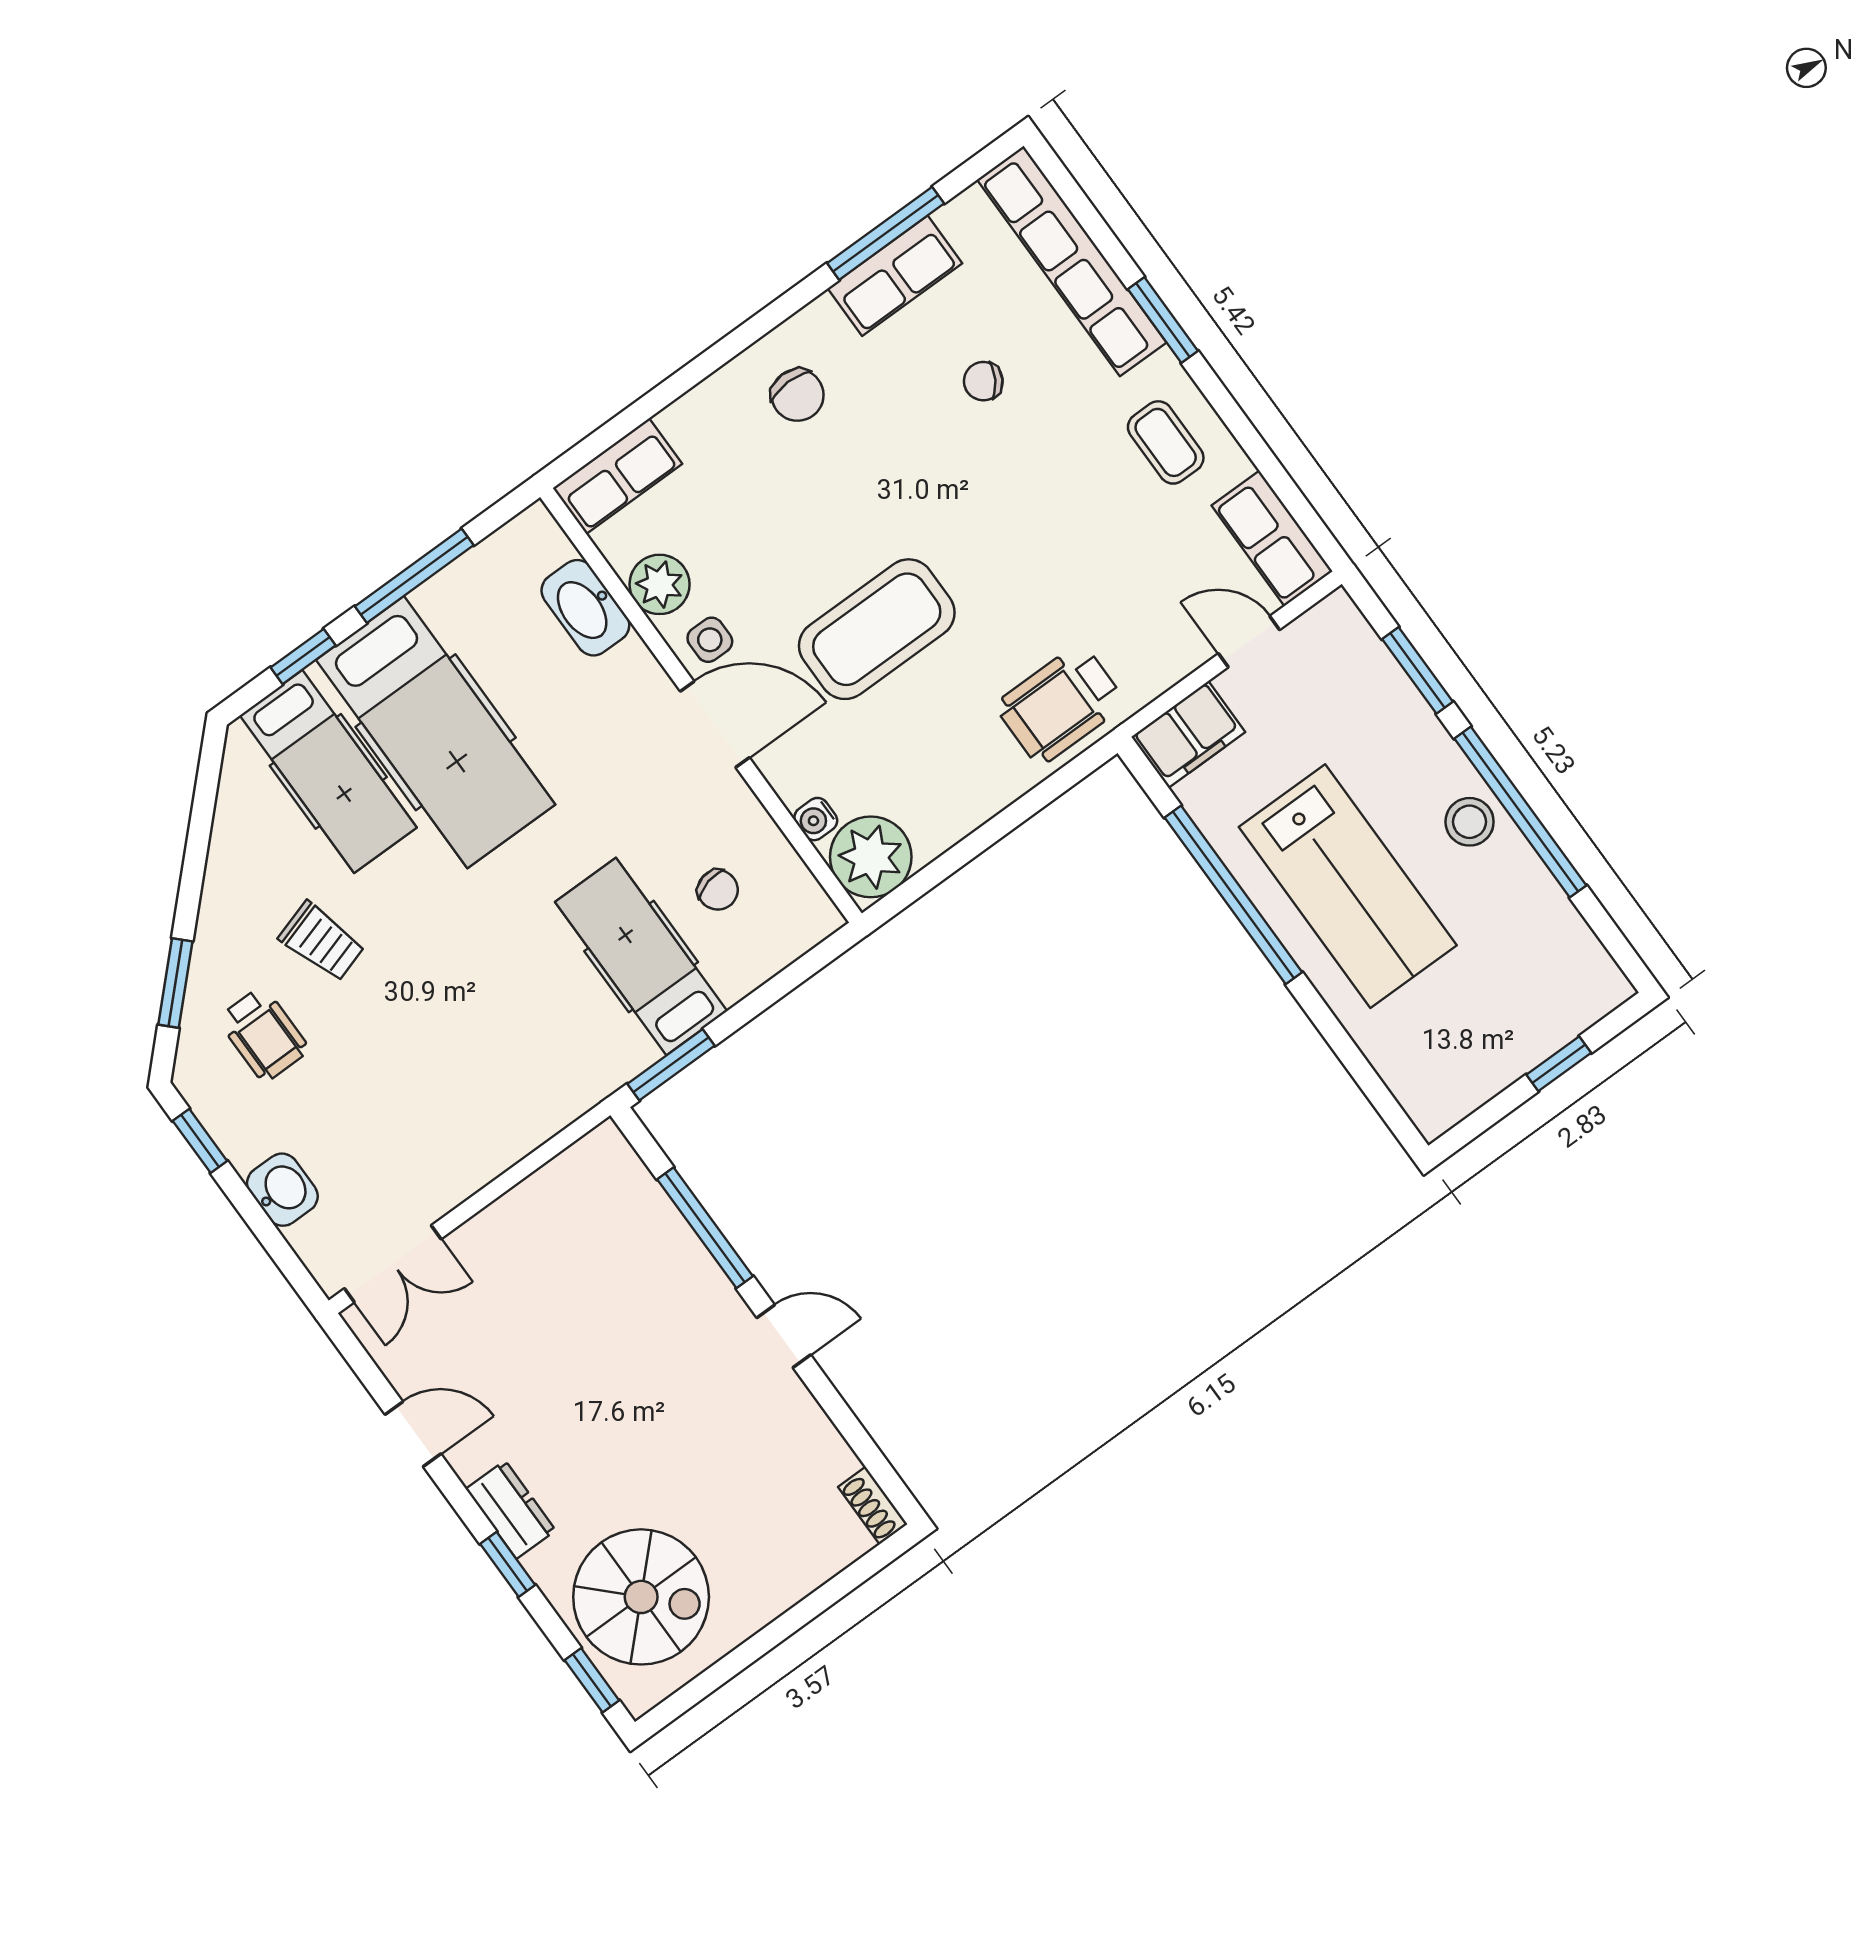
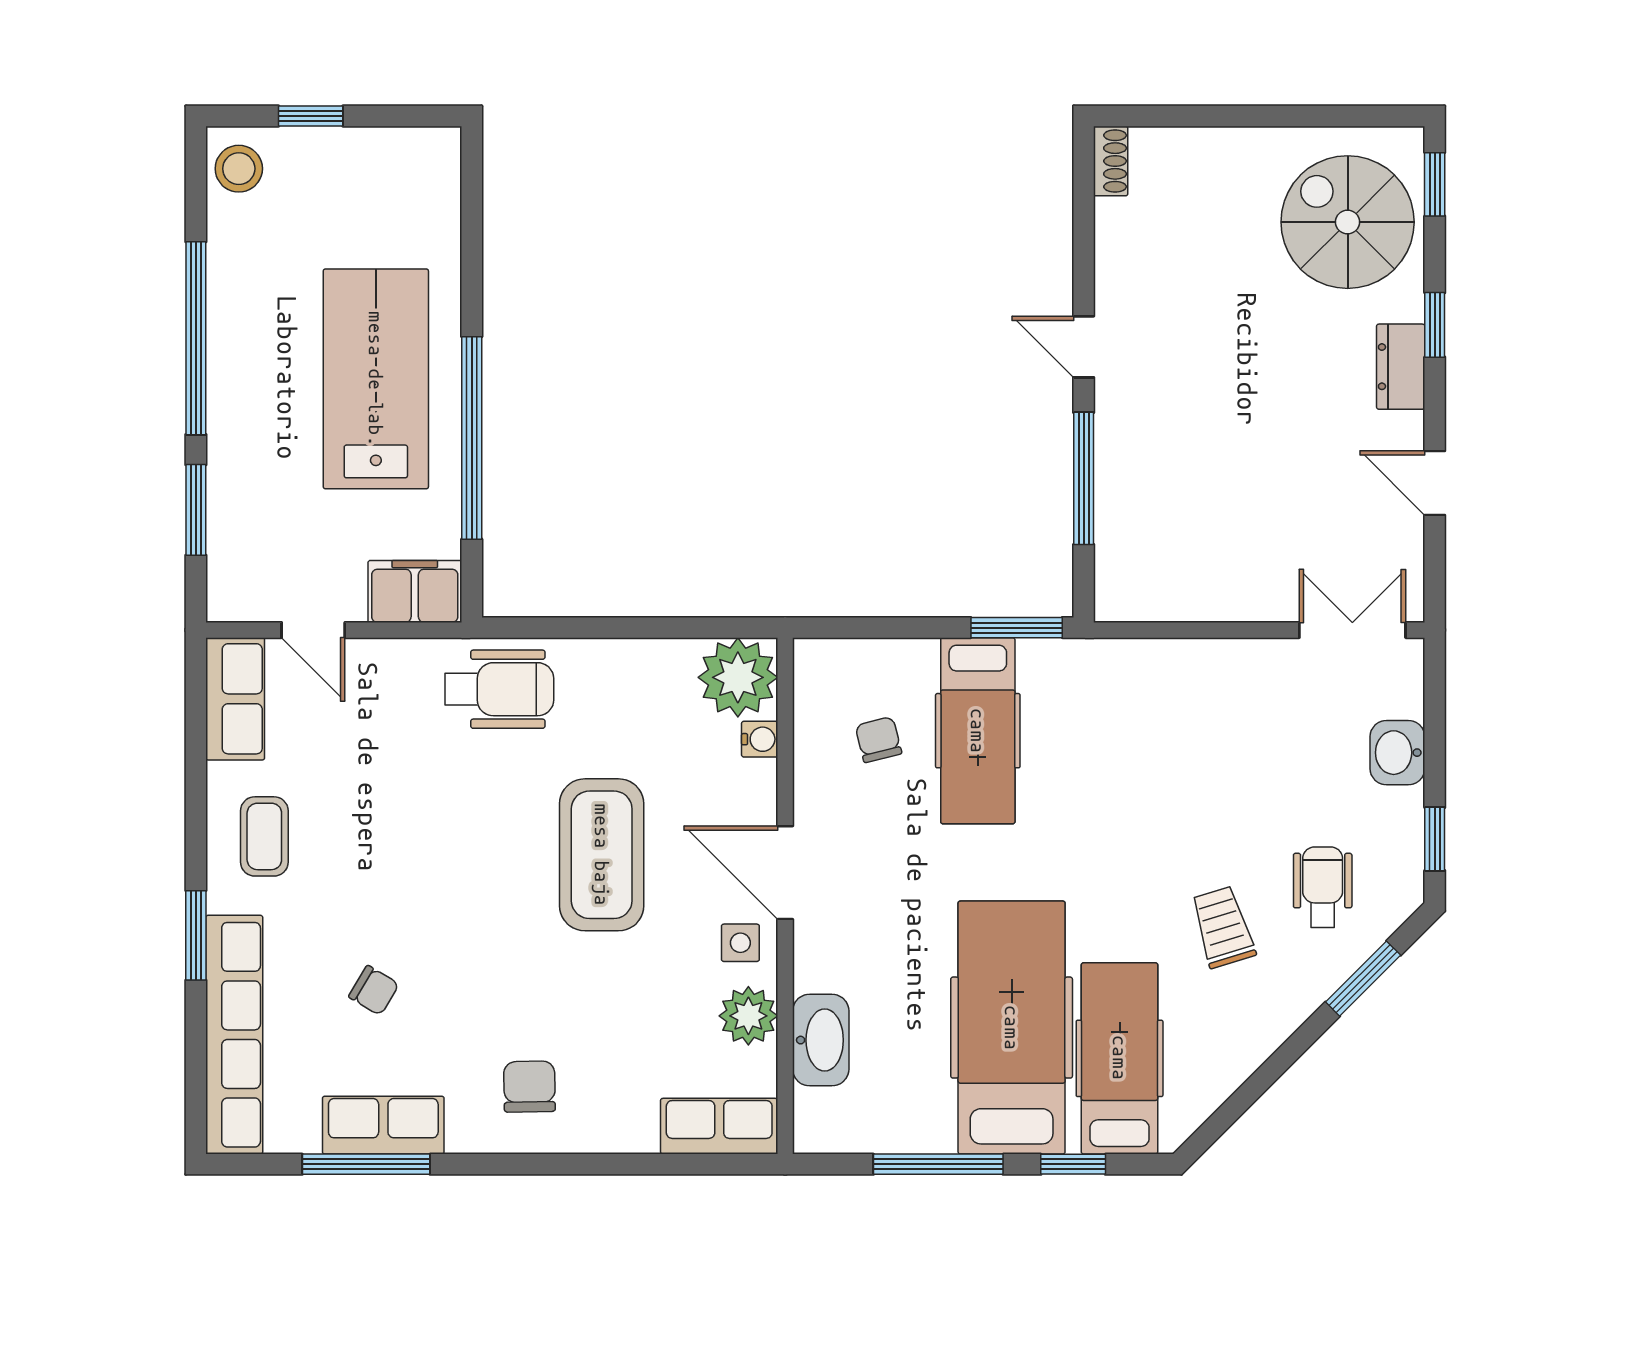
coffee table: (877, 629) -> (602, 855), turned 90
stool: (1470, 822) -> (239, 169), moved

